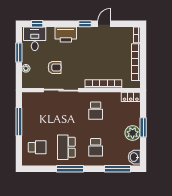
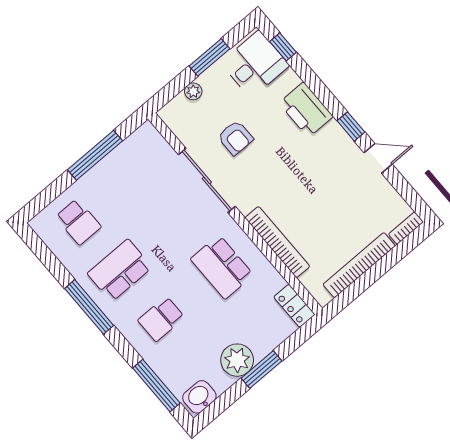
school desk: (96, 111) -> (222, 267), width x1.85

